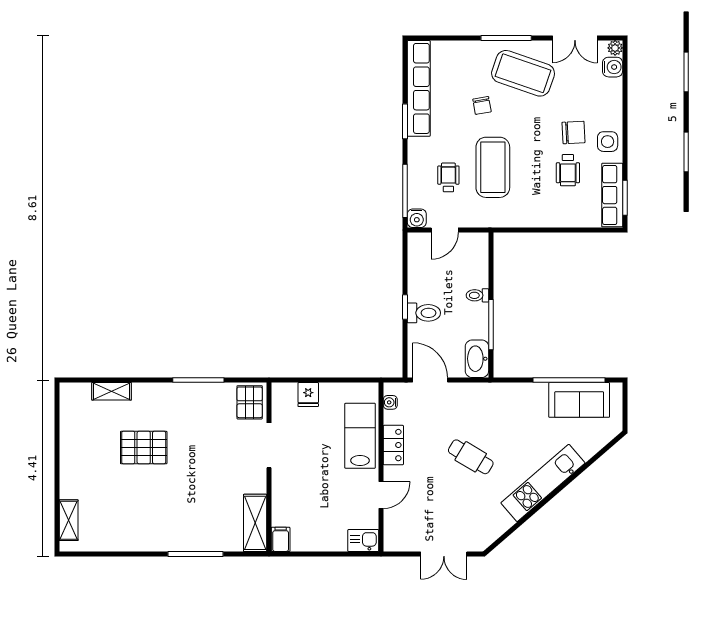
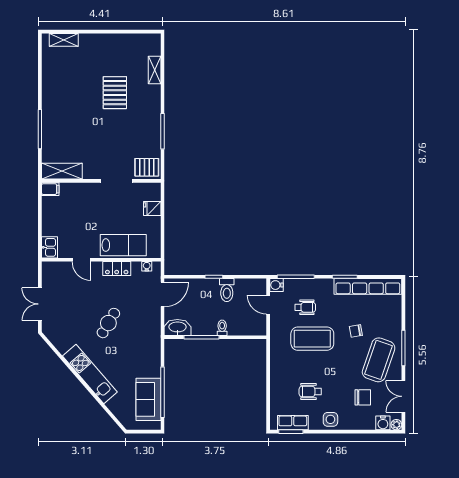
chair: (573, 132) -> (363, 397), moved, turned -87
row of seats: (612, 195) -> (293, 423), width x0.68
toilet: (424, 313) -> (227, 290), moved

